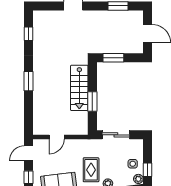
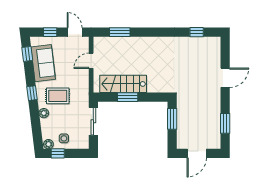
window: (28, 81) -> (120, 32), moved
stairs: (79, 88) -> (123, 84), moved
door: (57, 137) -> (91, 61), hinge flipped

